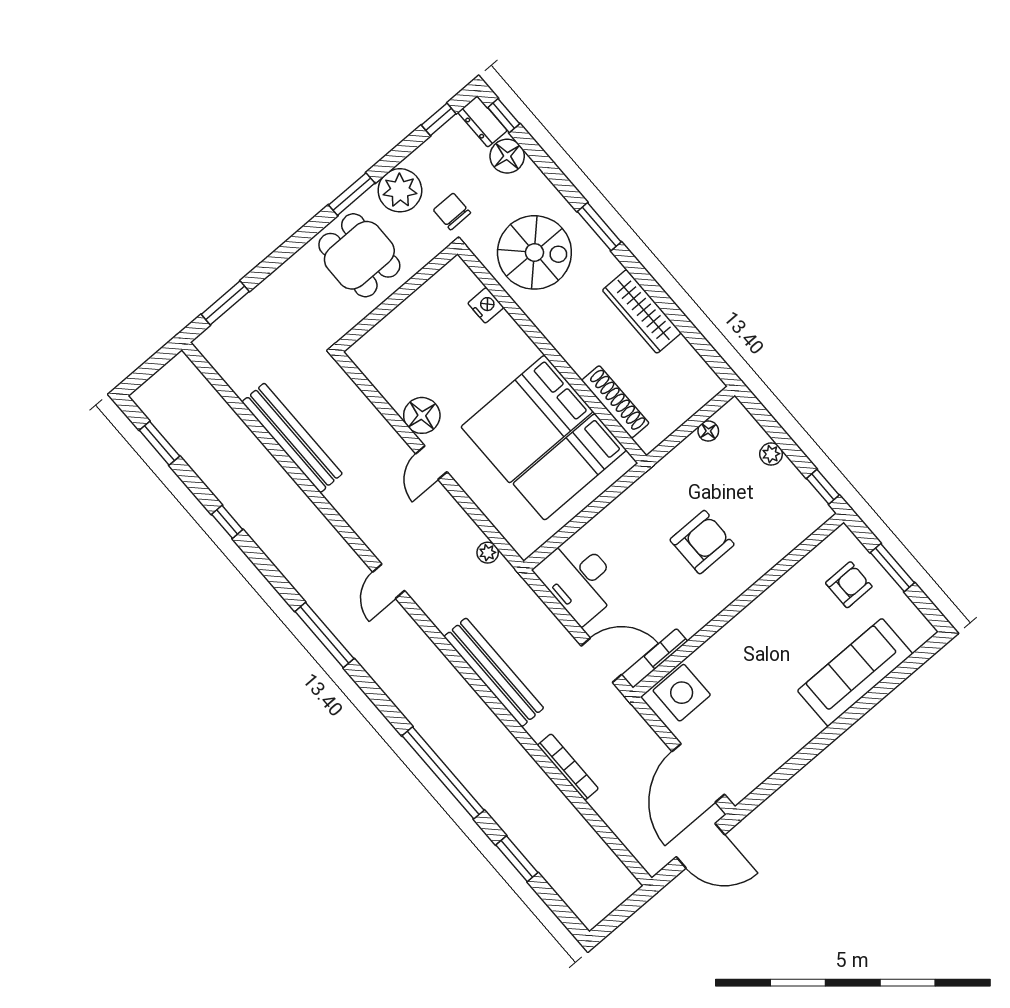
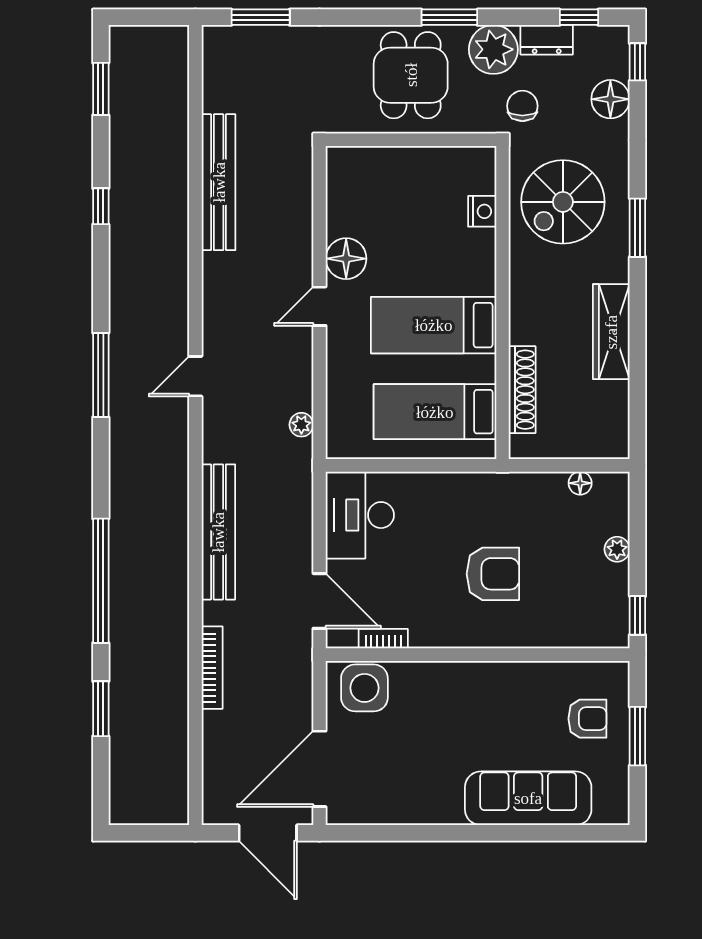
dresser: (482, 121) -> (547, 40), moved, turned -90
spiral stairs: (534, 252) -> (563, 202), turned 90
bed: (527, 419) -> (434, 325), width x0.67

